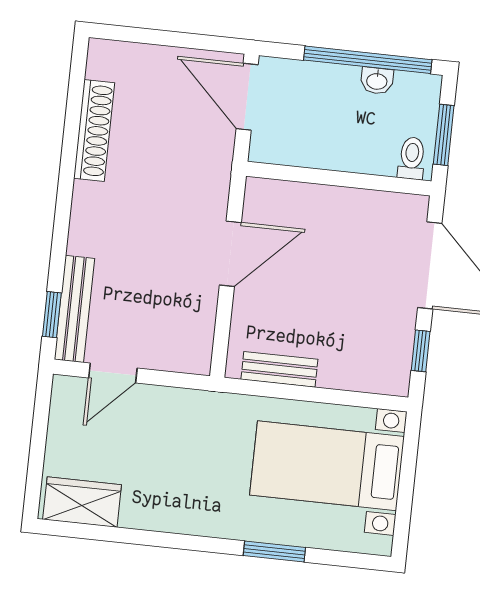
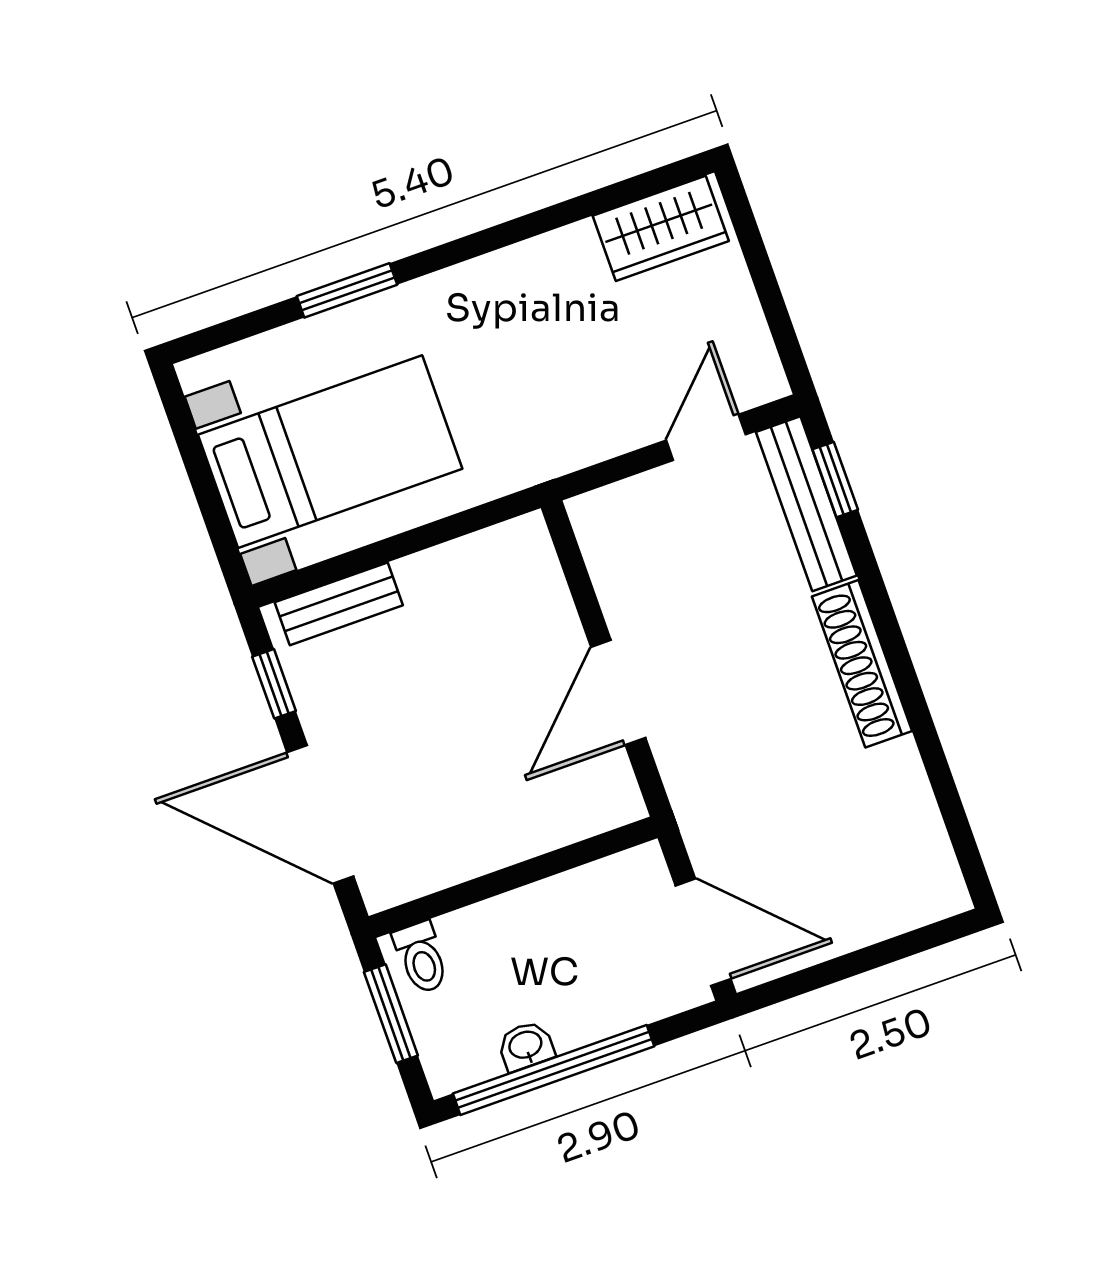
shoe rack: (94, 130) -> (862, 664), moved
bench: (279, 369) -> (339, 604), moved

